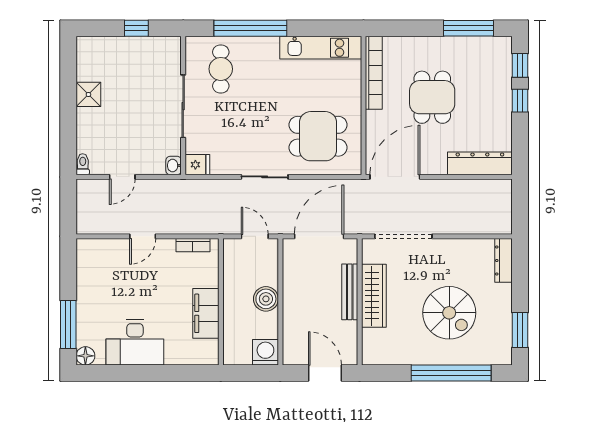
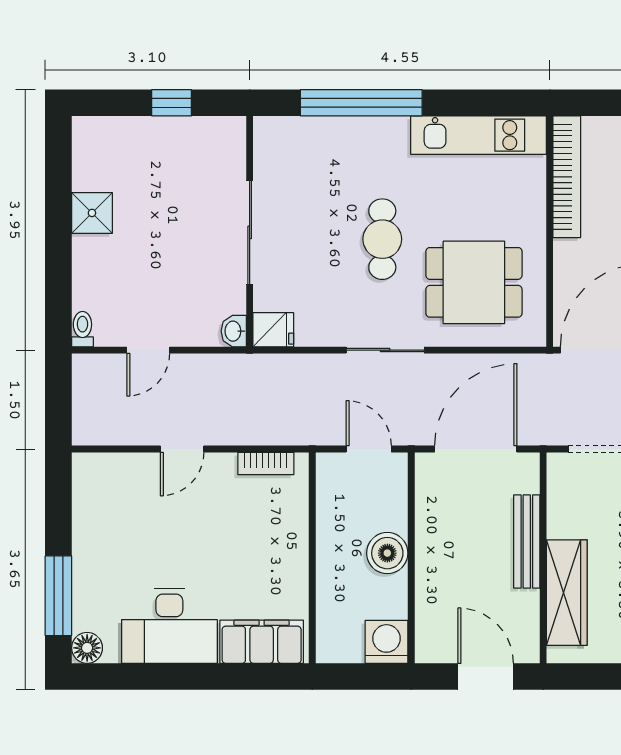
cafe table: (221, 69) -> (382, 239), moved
wardrobe: (374, 296) -> (567, 593), moved
filing cabinet: (206, 313) -> (262, 642), moved, turned 90

